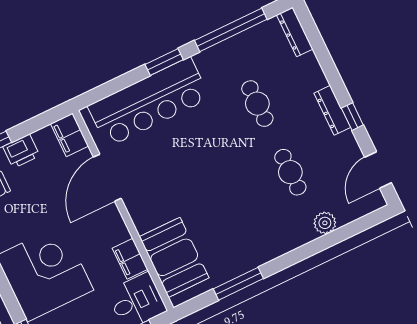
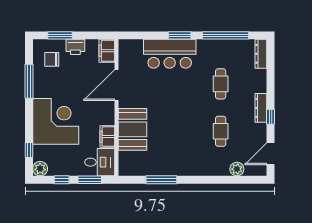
bar counter: (149, 102) -> (170, 54), width x0.73
plant: (325, 223) -> (237, 169), moved
booth: (174, 257) -> (132, 129), moved

